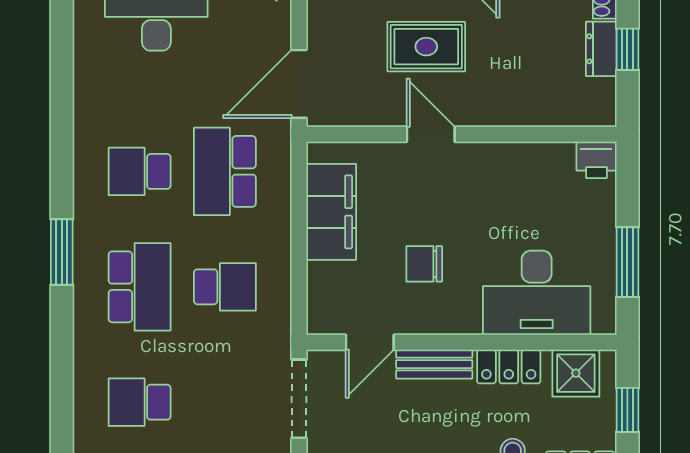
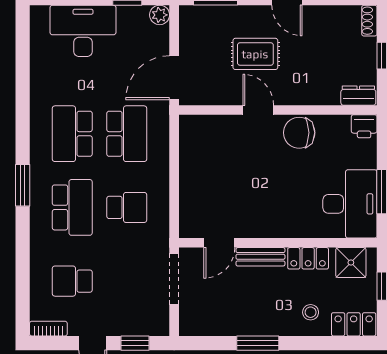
dresser: (601, 49) -> (358, 96), moved, turned 90
school desk: (140, 171) -> (72, 134), width x1.85
school desk: (225, 171) -> (127, 134), turned 180
filing cabinet: (331, 212) -> (195, 160), removed
chair: (424, 264) -> (299, 133), moved, width x1.37, depth x1.37
desk: (537, 293) -> (350, 204), moved, turned -90

